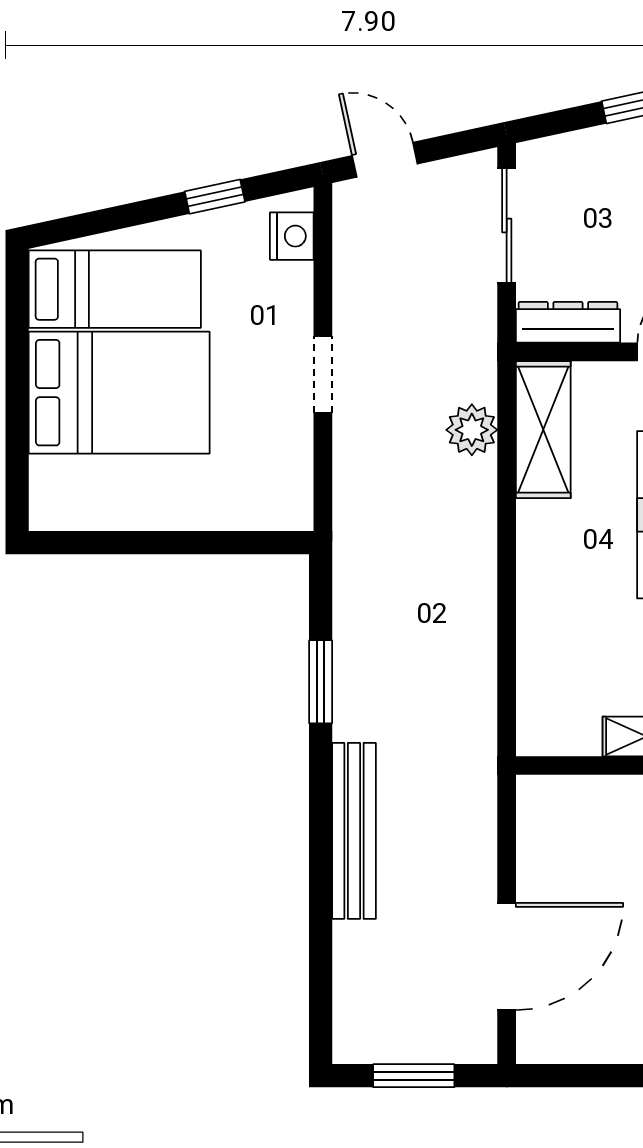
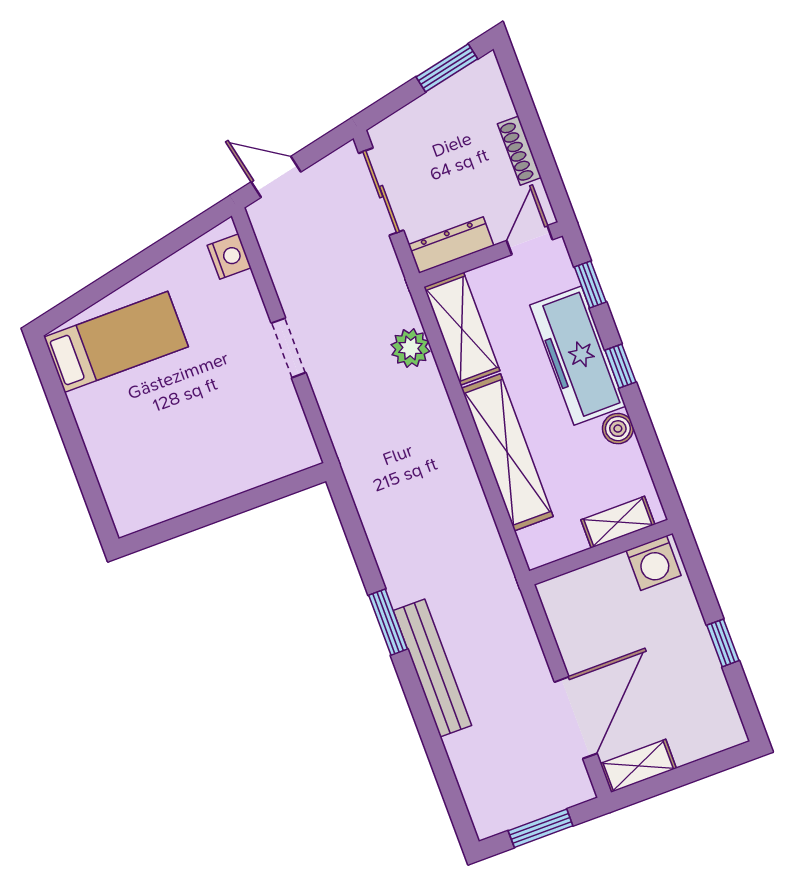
window: (215, 197) -> (163, 249), removed
bed: (119, 393) -> (147, 415), removed
shelving: (543, 601) -> (507, 452), added
window: (321, 682) -> (388, 622), moved
shelving: (561, 1044) -> (638, 766), added

